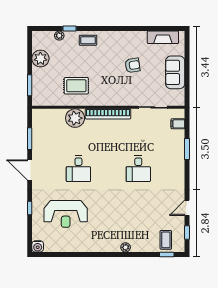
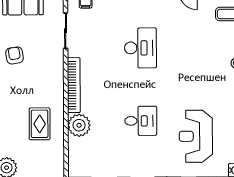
desk: (138, 169) -> (140, 48), width x1.37
reception desk: (66, 214) -> (196, 136), turned 180

